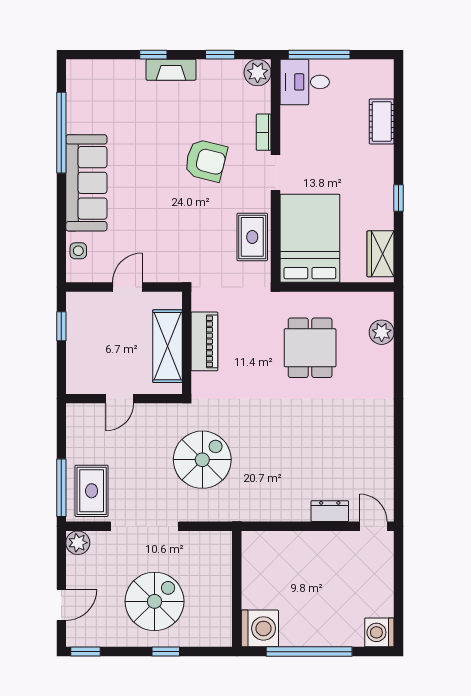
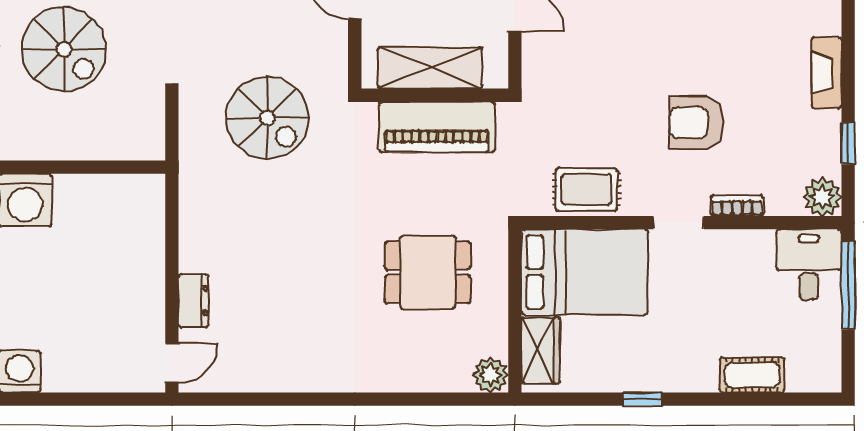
window: (153, 55) -> (848, 48), removed
armchair: (206, 160) -> (696, 123), turned 76
wardrobe: (381, 254) -> (541, 350), moved, turned 90
plant: (382, 332) -> (491, 375), moved
piano: (204, 341) -> (437, 127), width x1.37, depth x1.33

